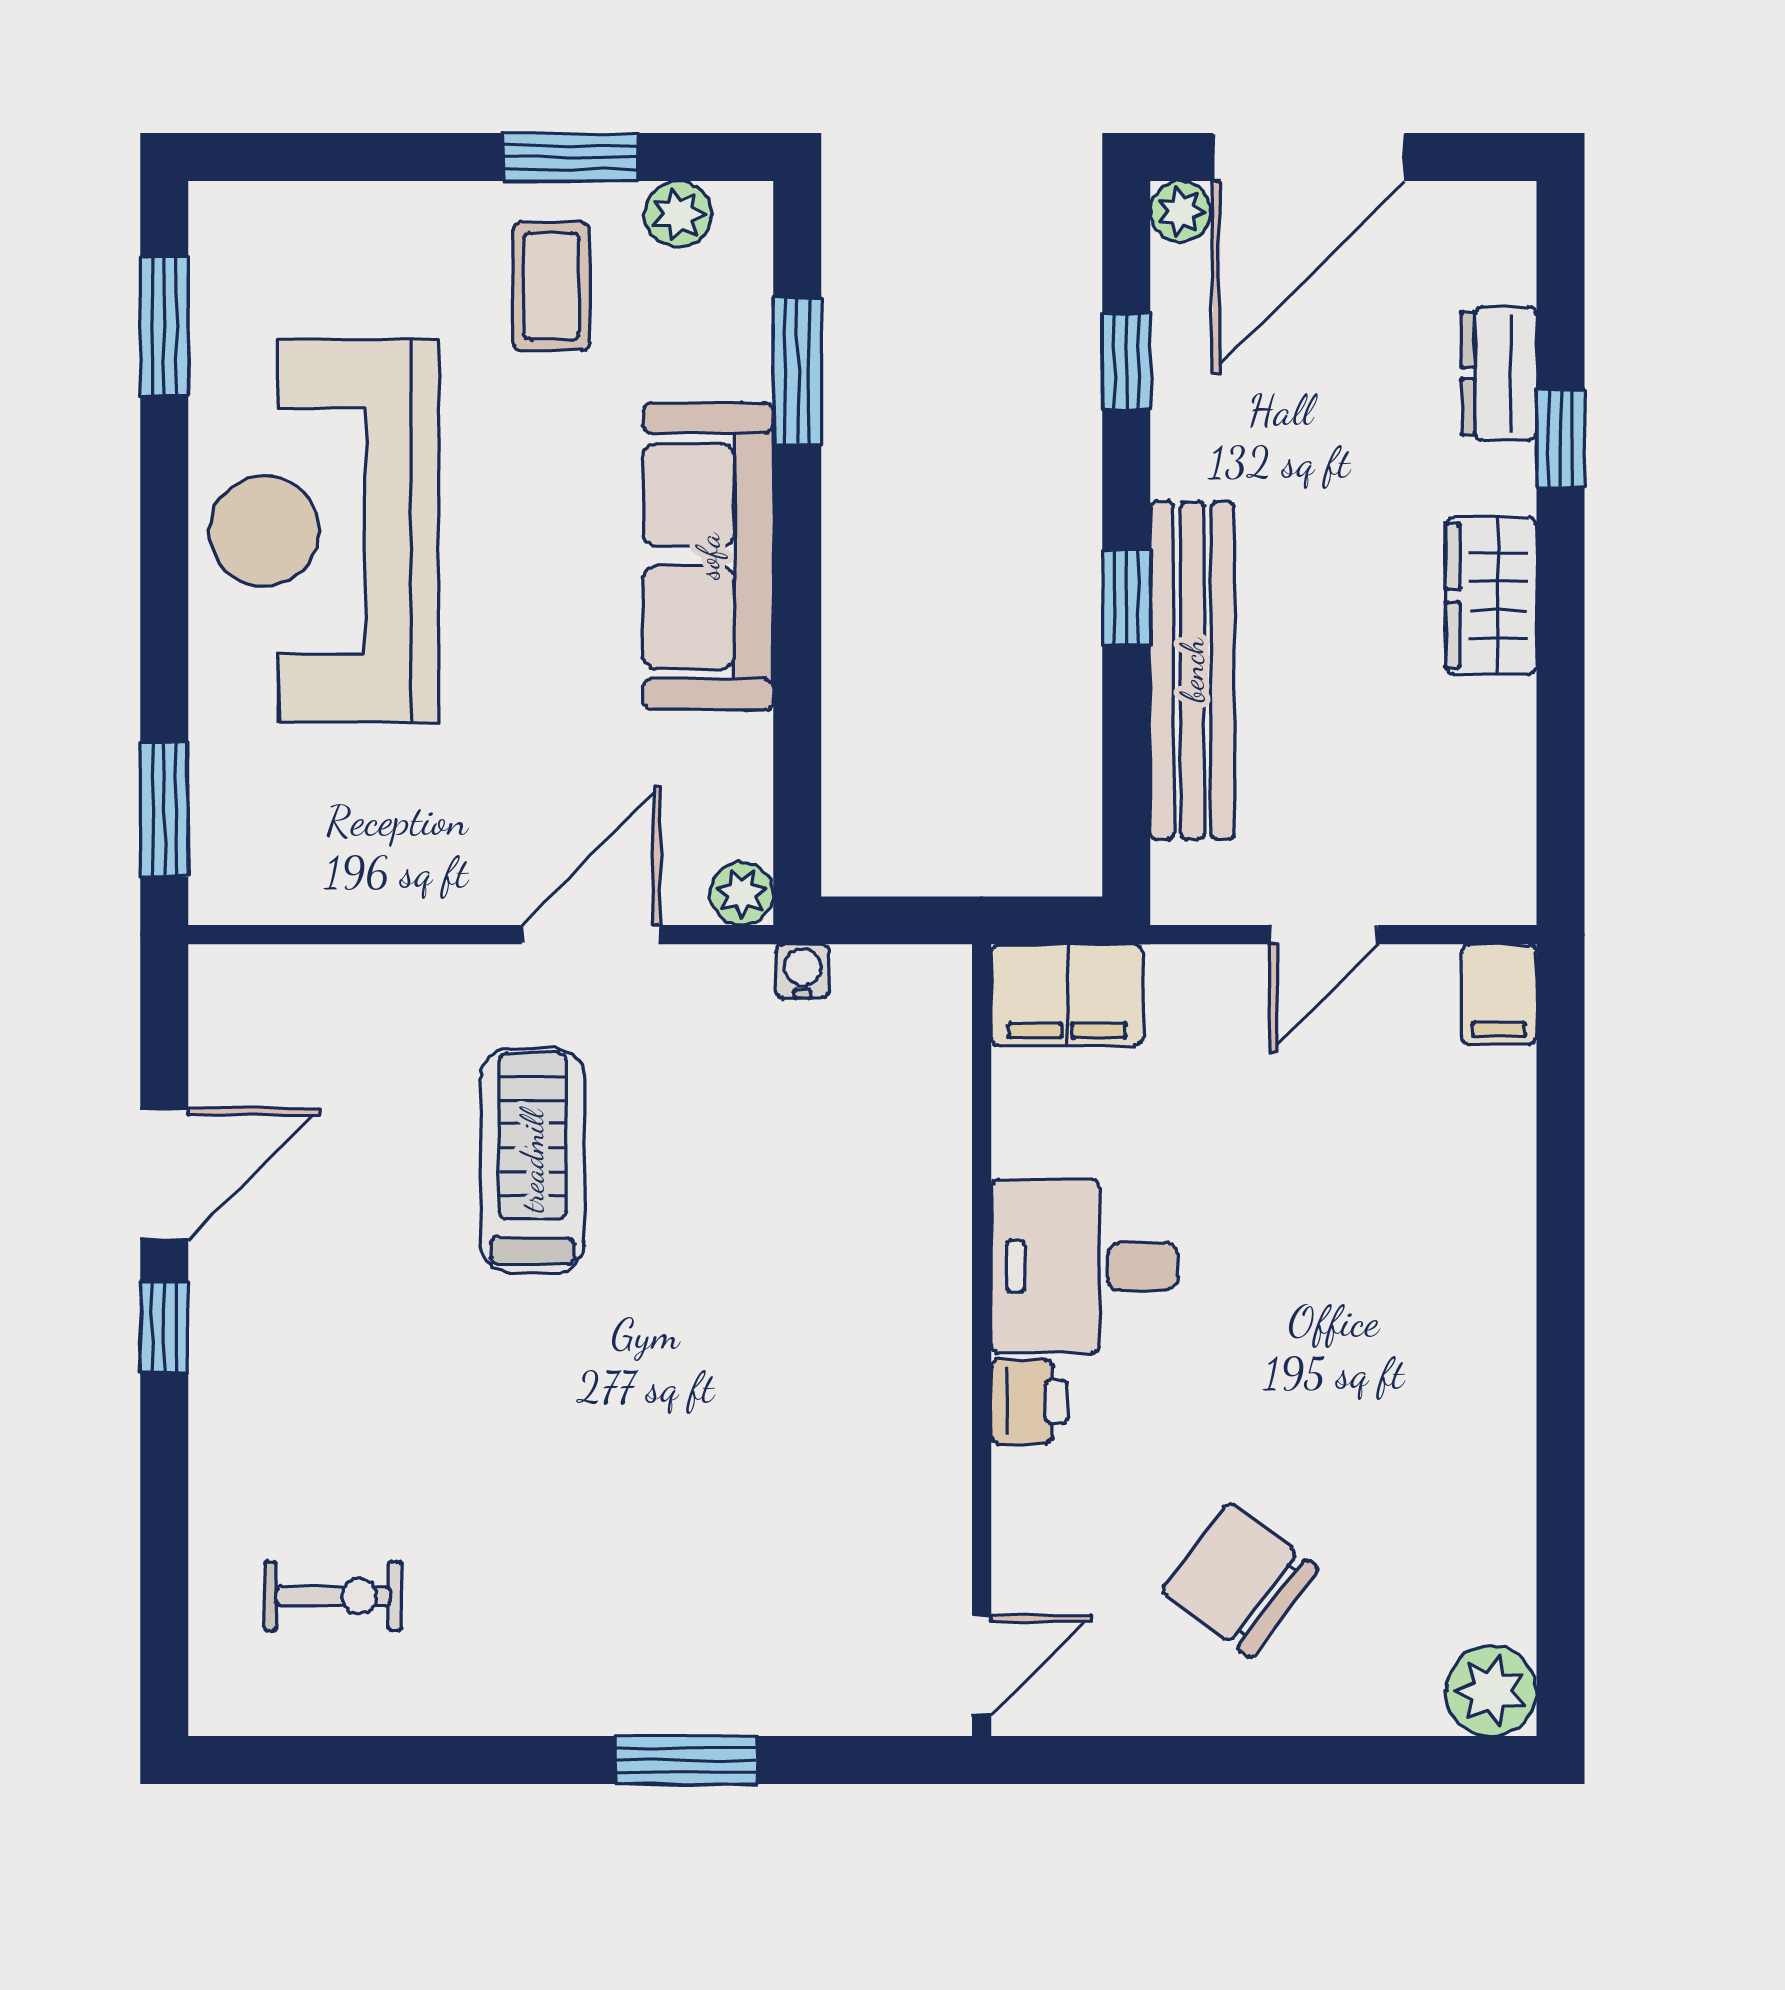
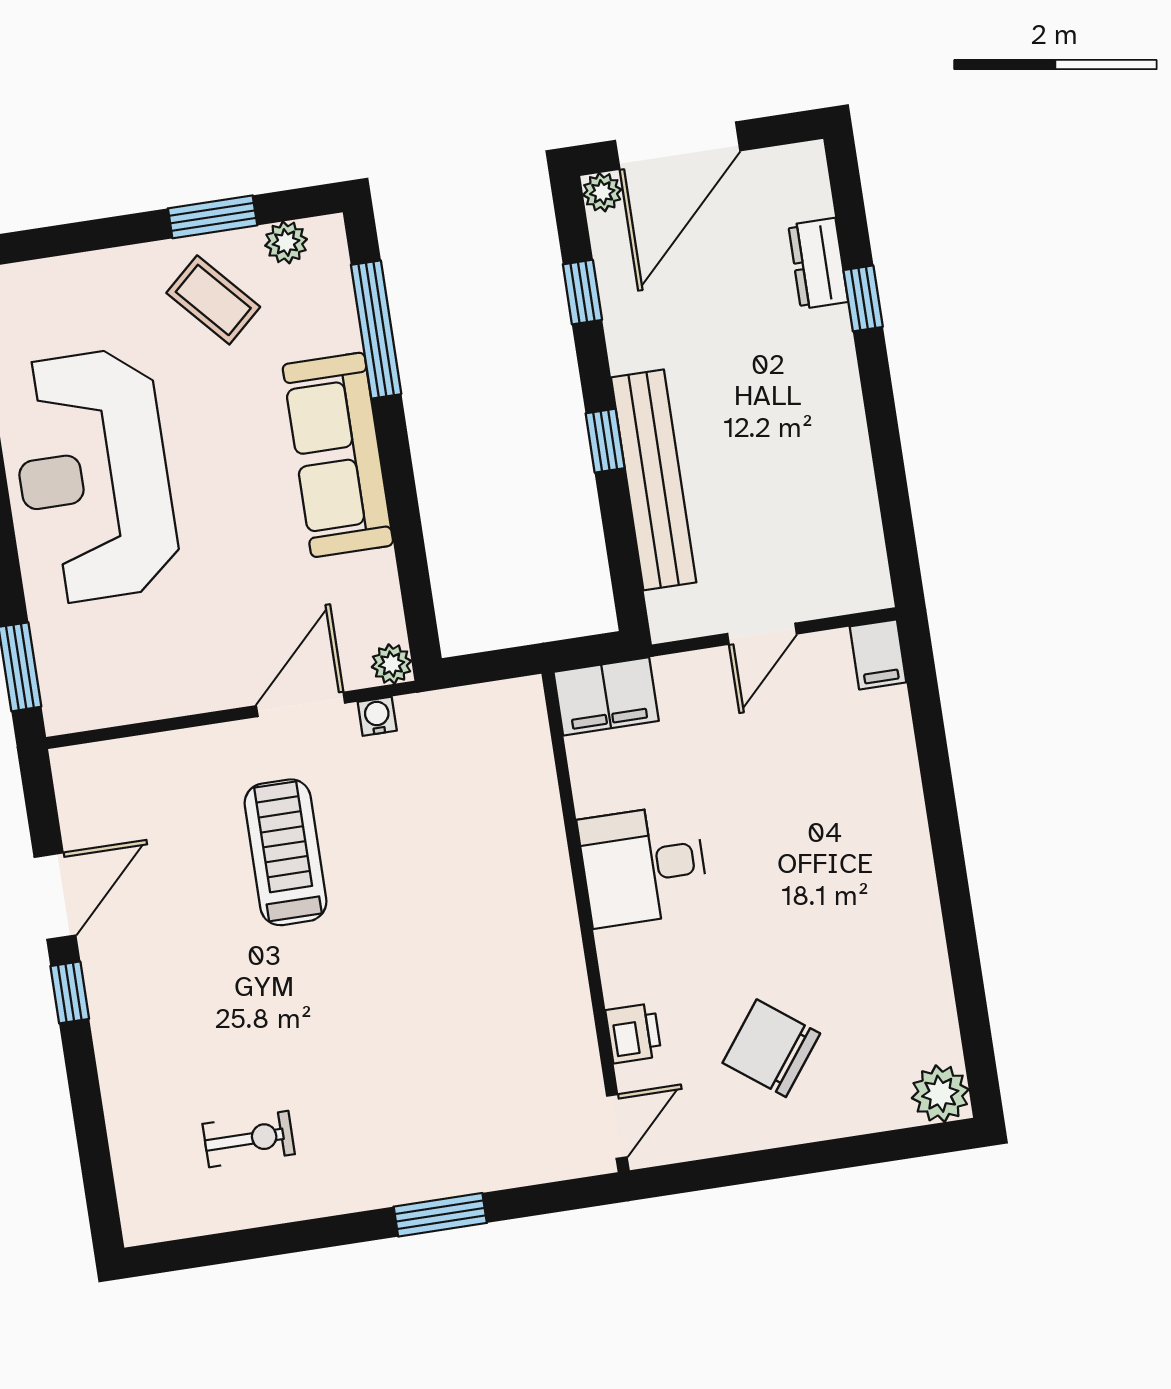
coffee table: (551, 286) -> (213, 300), turned -42
window: (797, 371) -> (376, 330), width x1.44
wardrobe: (1491, 596) -> (835, 404), removed
water cooler: (803, 971) -> (377, 716), moved
printer: (1030, 1402) -> (634, 1033), moved
exercise bike: (333, 1596) -> (249, 1139), moved

